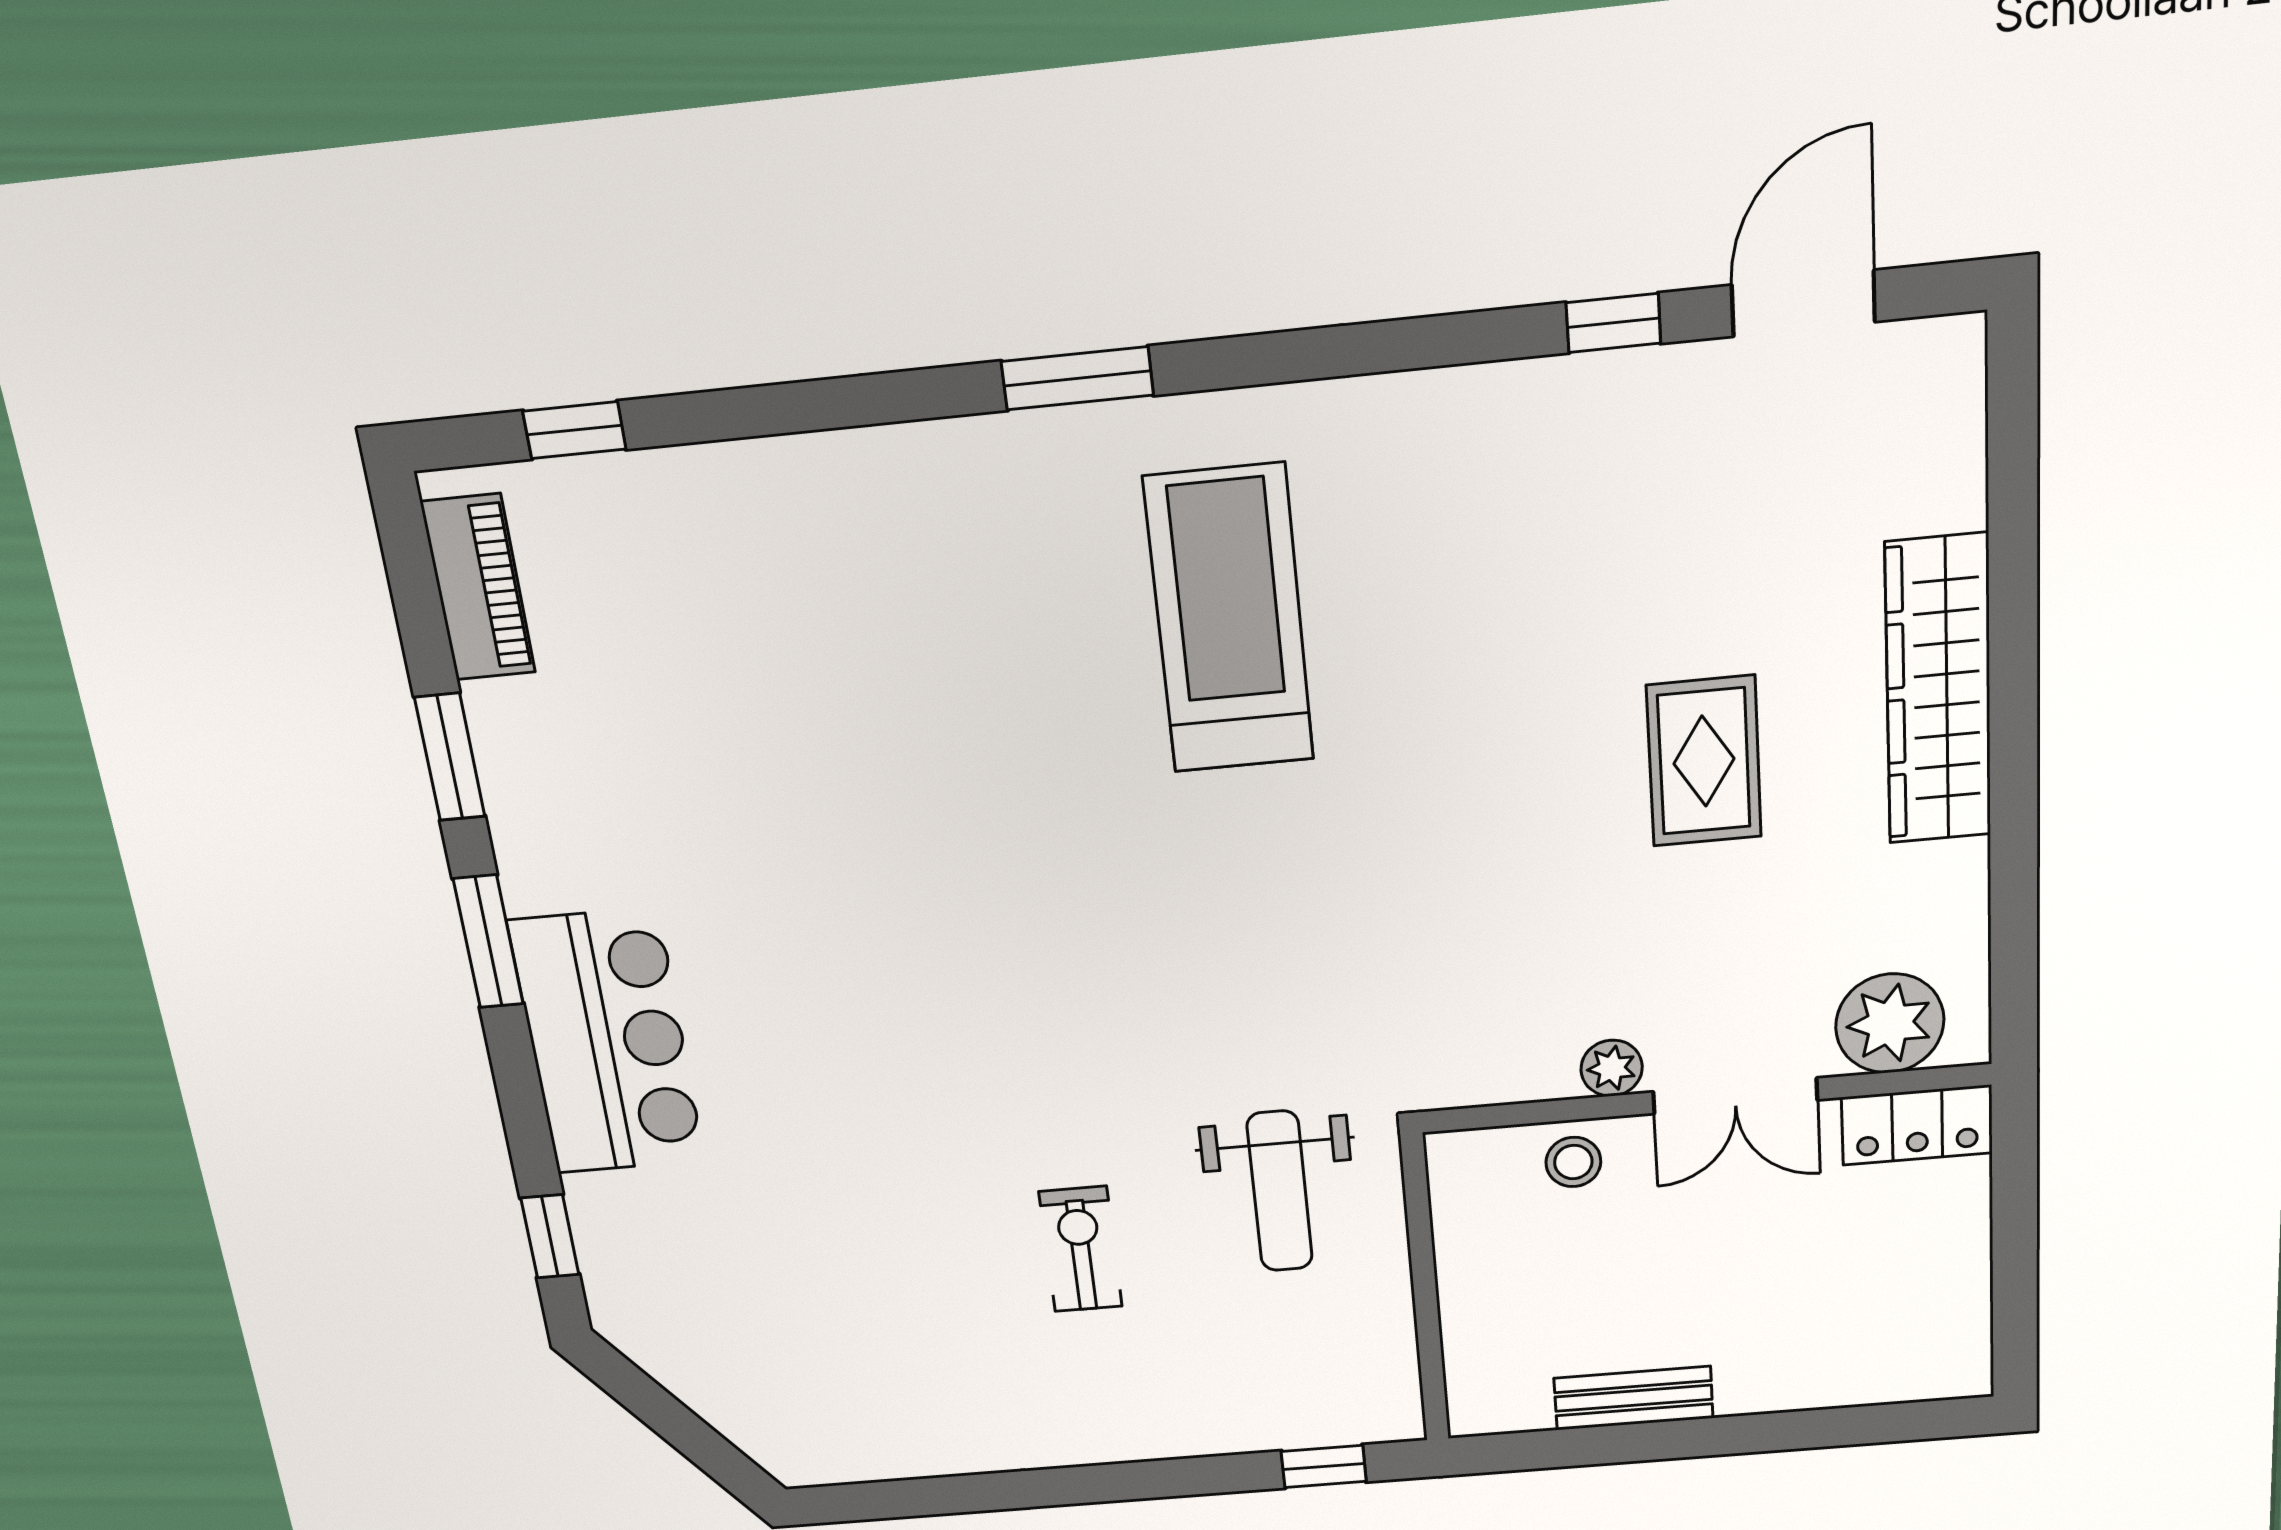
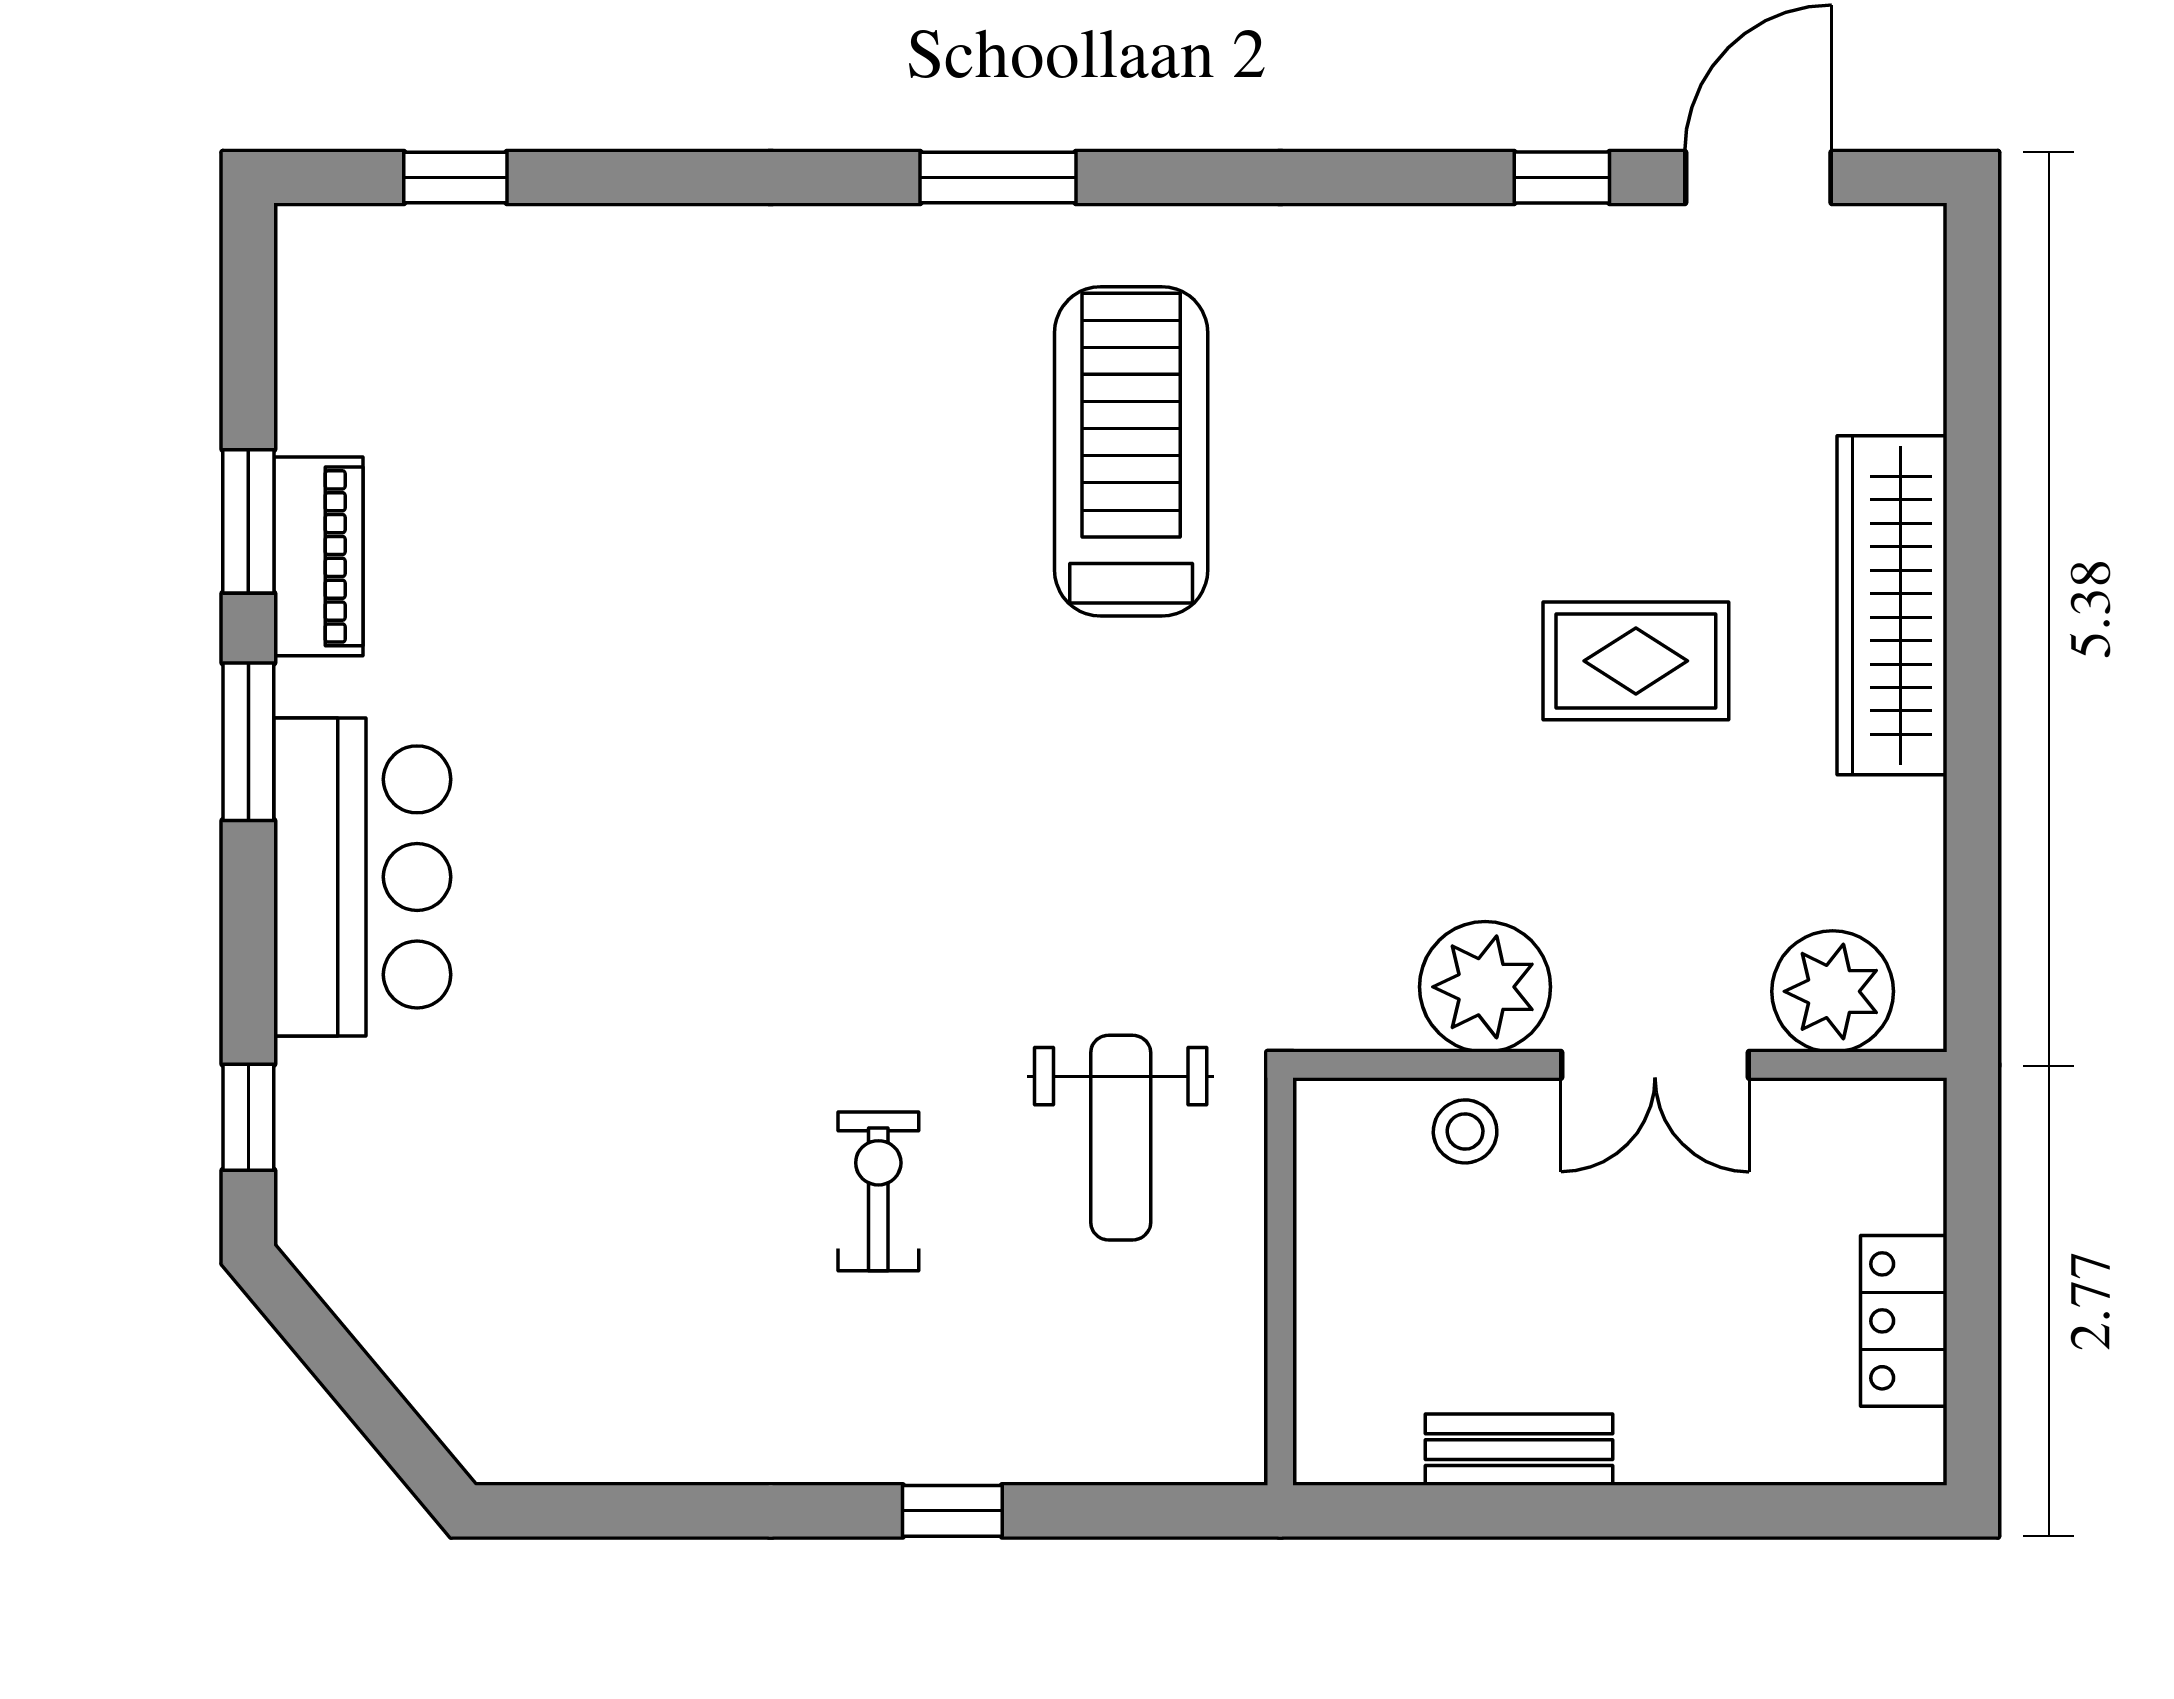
piano: (478, 587) -> (318, 556), moved
rug: (1704, 761) -> (1636, 661), turned 90
plant: (1612, 1068) -> (1485, 987), width x1.88, depth x1.88
locker: (1917, 1125) -> (1904, 1321), moved, turned 90
window: (1324, 1466) -> (952, 1511), moved

